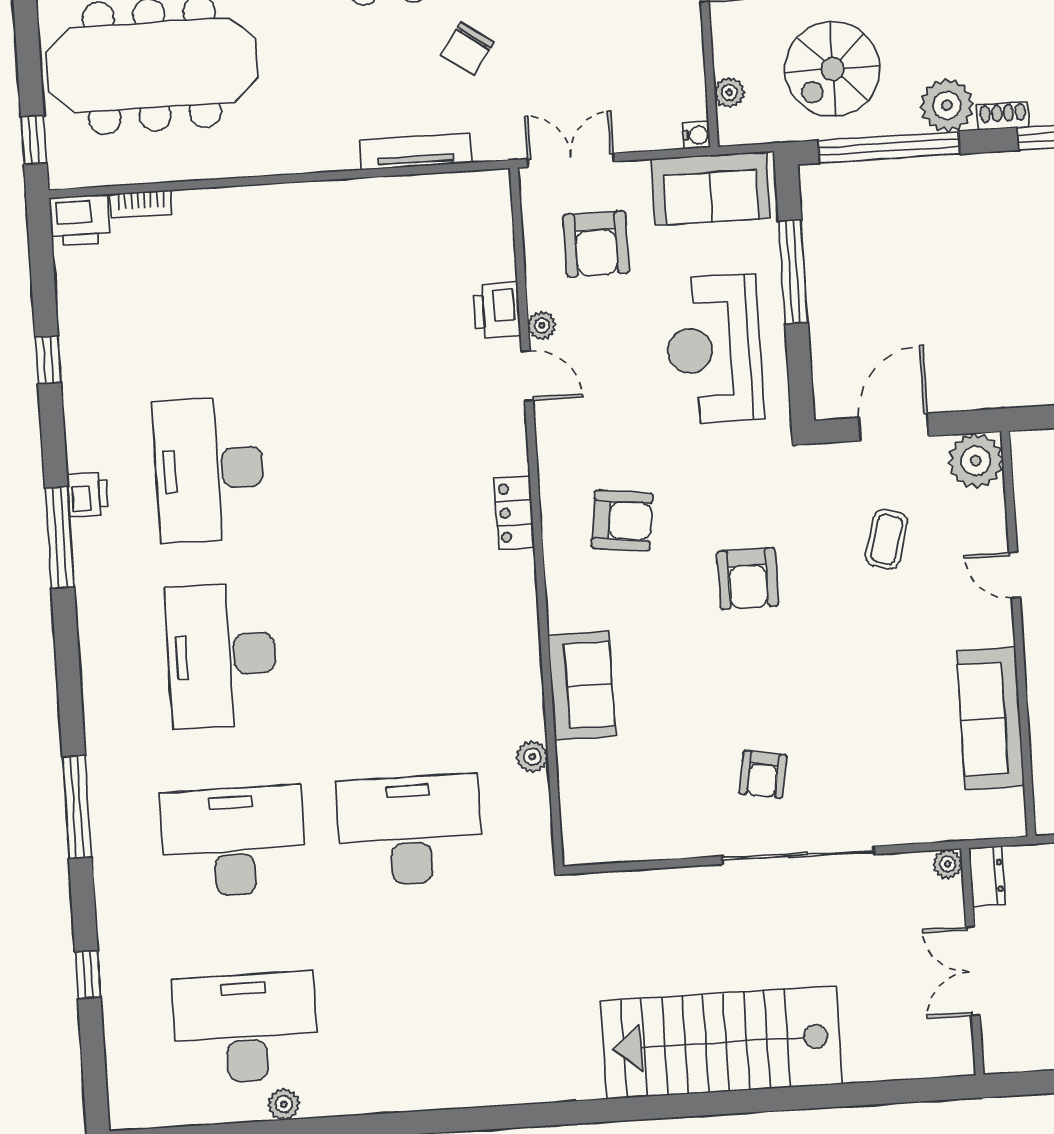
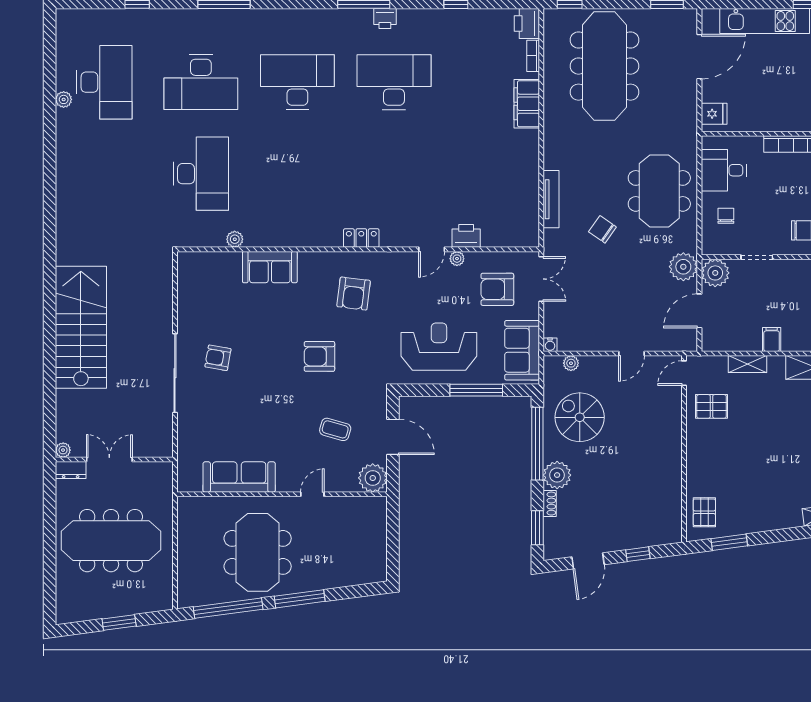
filing cabinet: (234, 210) -> (527, 104), added
desk: (233, 842) -> (201, 82), turned 90
plant: (948, 864) -> (63, 450), moved
dresser: (987, 876) -> (71, 470), moved

